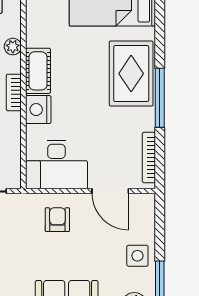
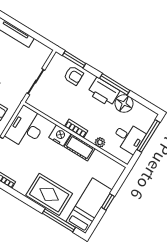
window: (160, 98) -> (59, 220), moved

